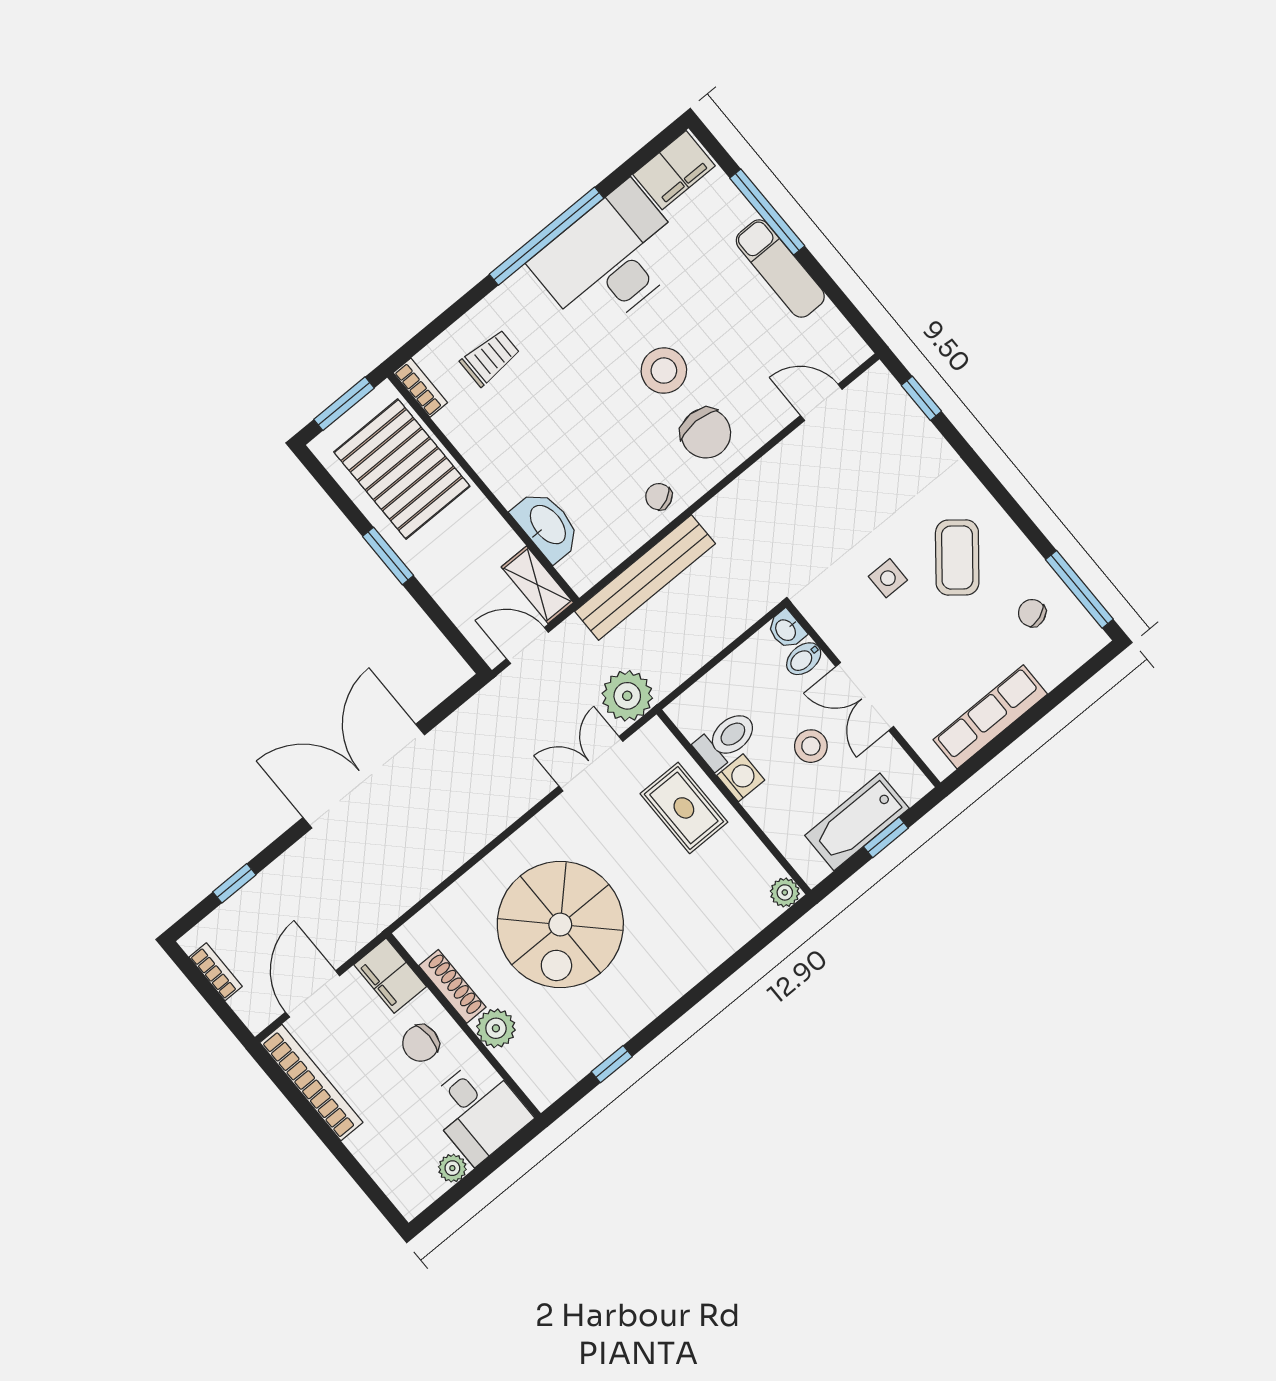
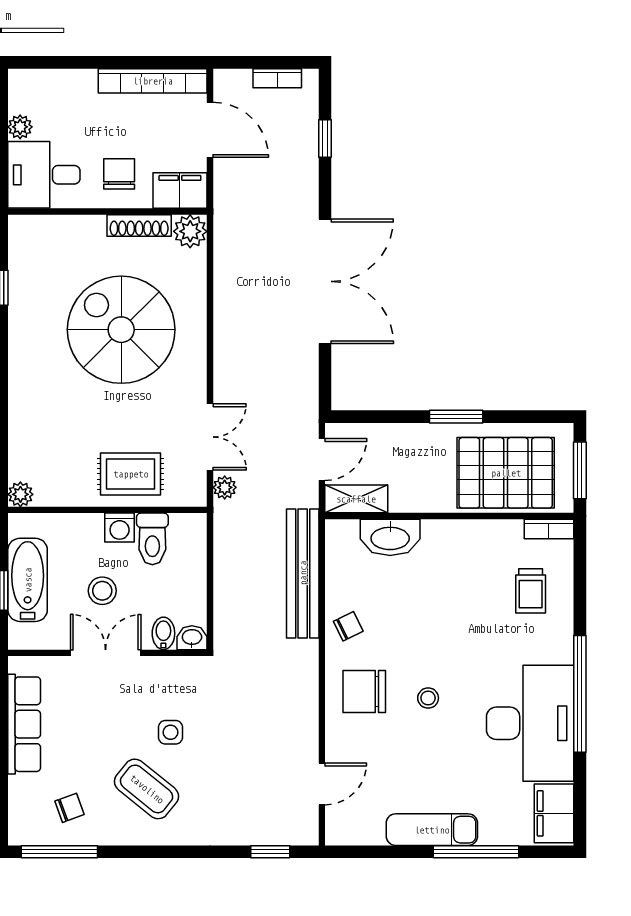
stool: (664, 371) -> (428, 698), width x0.53, depth x0.53
plant: (627, 696) -> (225, 487), width x0.53, depth x0.53
plant: (496, 1028) -> (190, 231), moved

